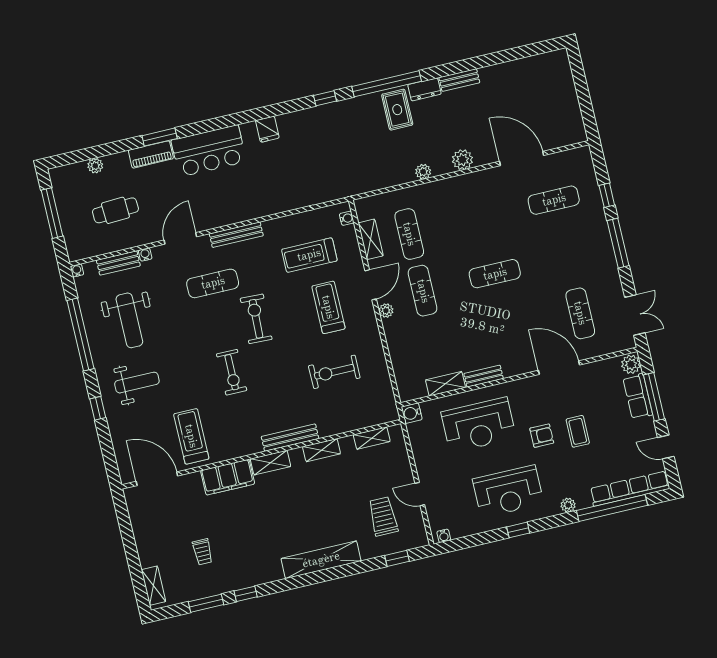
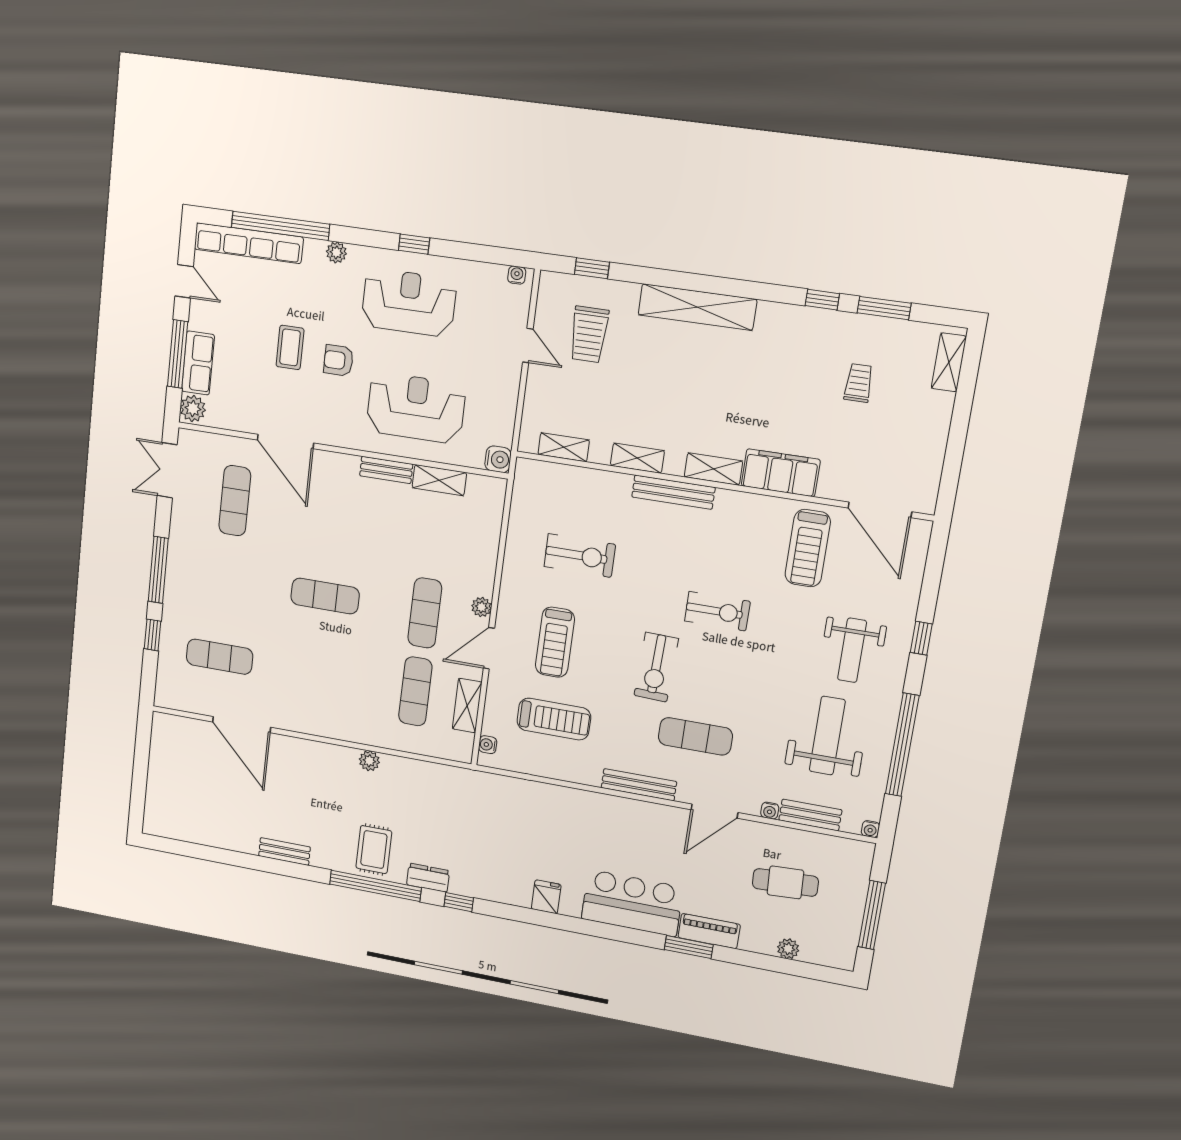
dresser: (424, 89) -> (428, 878), moved
plant: (462, 160) -> (315, 754), removed
exercise bike: (232, 372) -> (717, 611), turned 90
weight bench: (137, 383) -> (852, 650), turned -90

